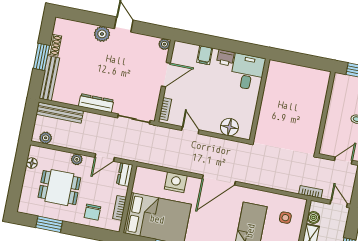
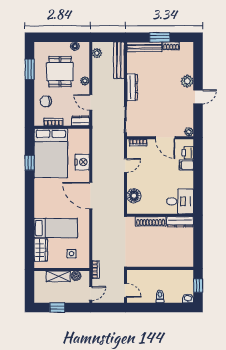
printer: (225, 58) -> (188, 153), moved
dresser: (273, 77) -> (180, 222), added
shoe rack: (265, 113) -> (151, 221), added

